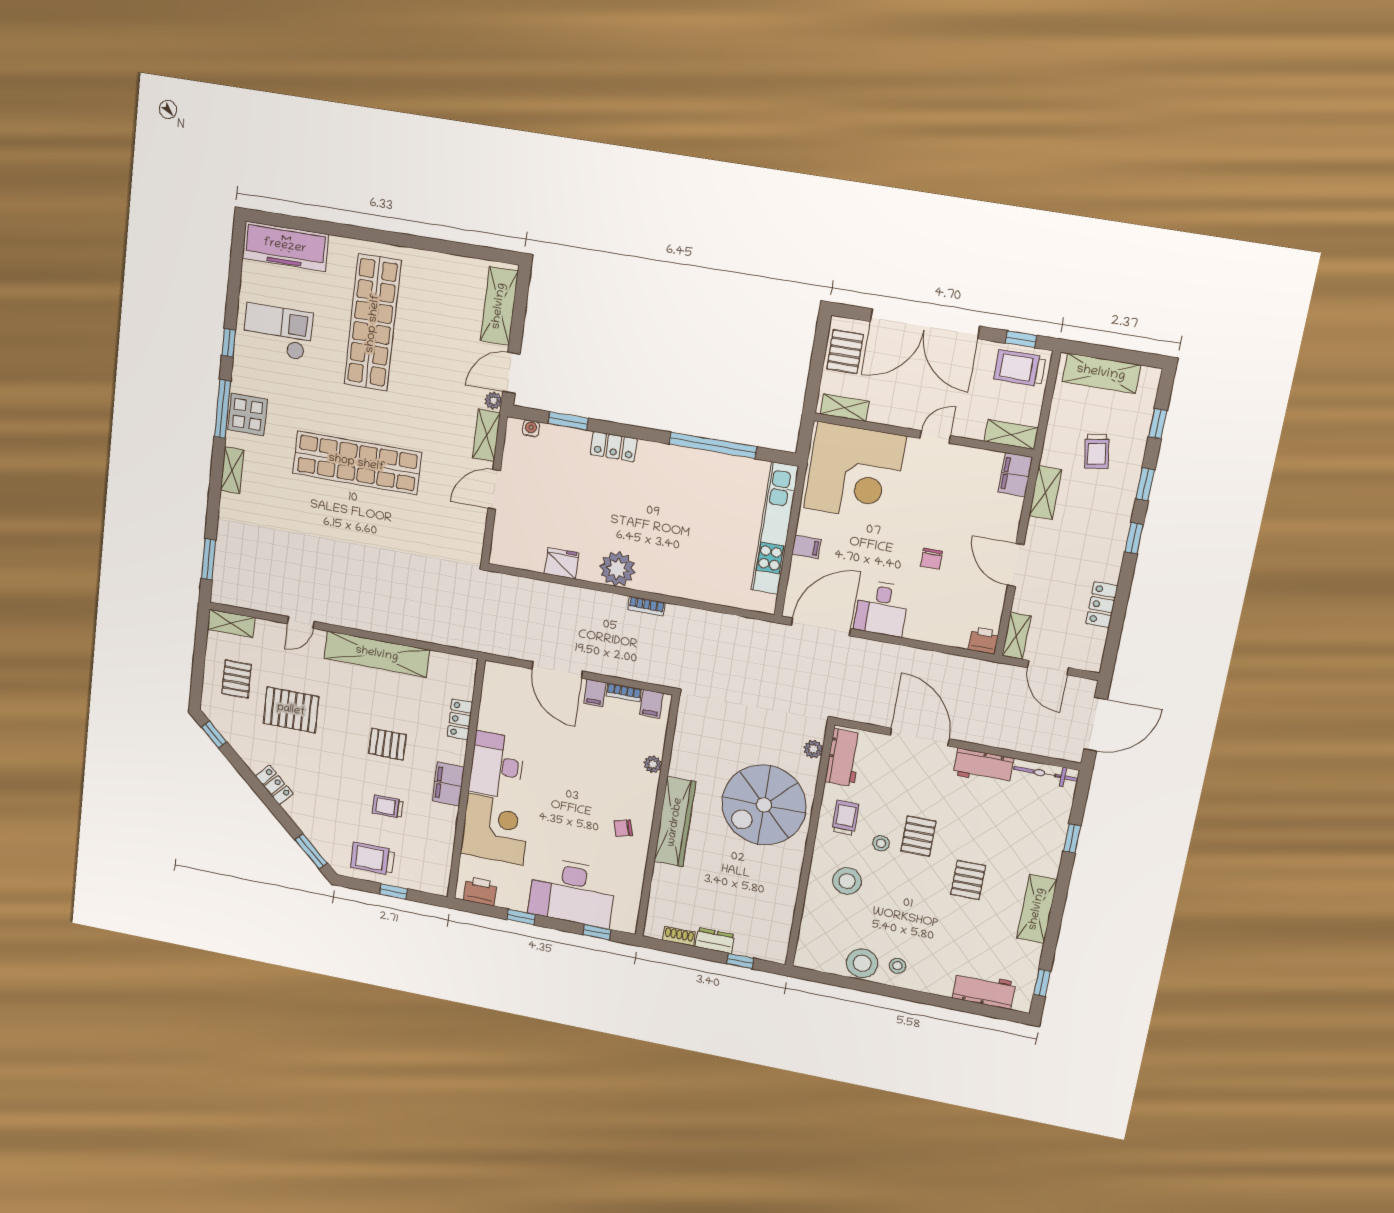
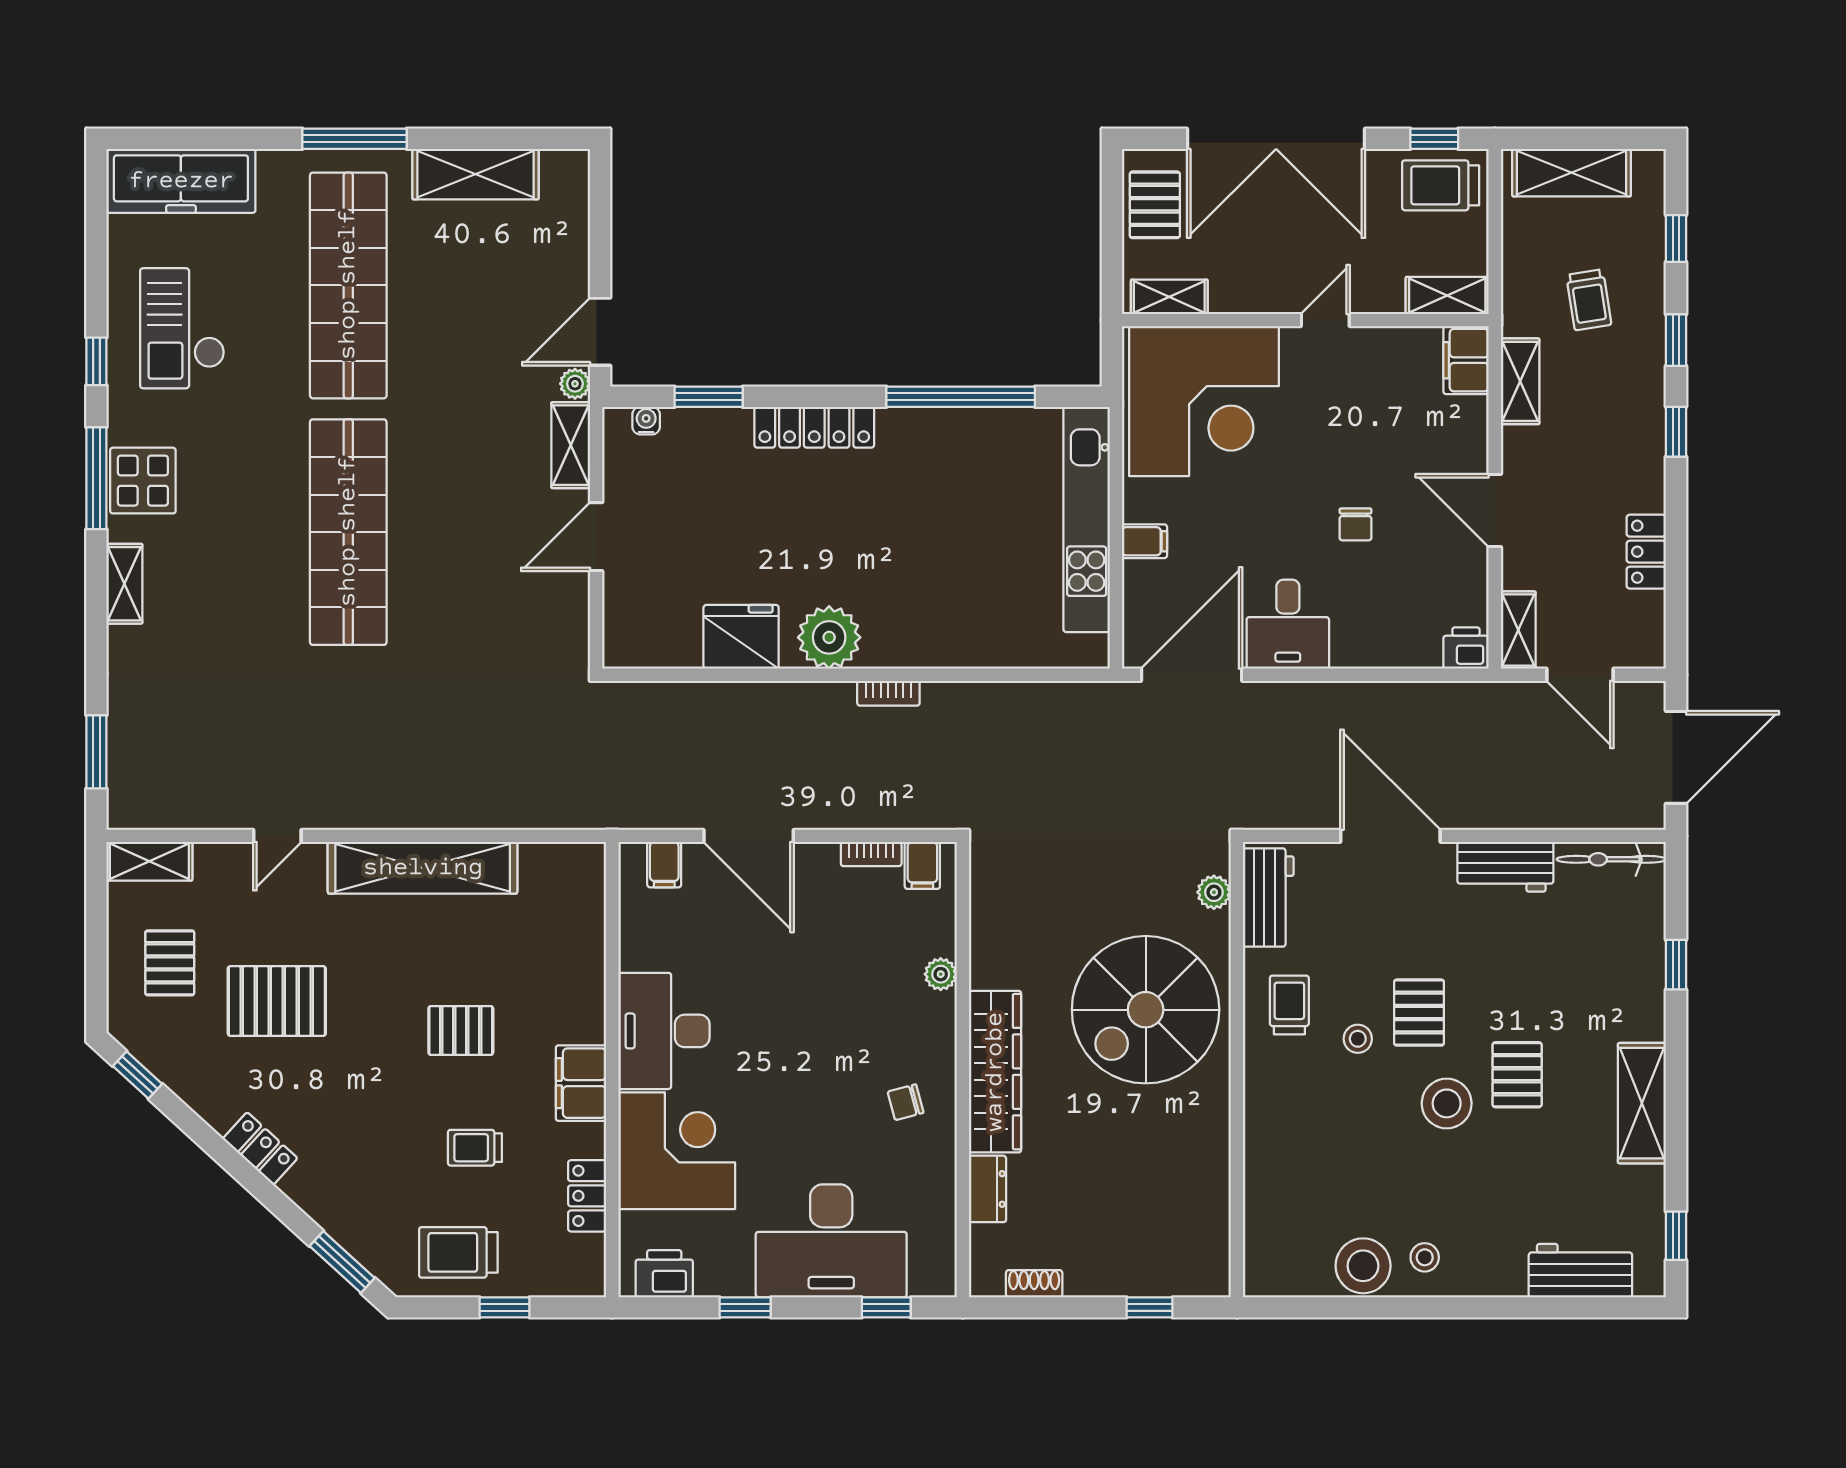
window: (385, 237) -> (355, 139), added
shelving: (499, 306) -> (476, 174), moved, turned 90
checkout: (278, 332) -> (182, 328), turned -90
locker: (614, 447) -> (814, 427), width x1.53
shop shelf: (357, 463) -> (348, 532), turned 90
fridge: (562, 563) -> (741, 637), width x1.36, depth x1.34
filing cabinet: (595, 693) -> (664, 865), moved
locker: (460, 719) -> (587, 1196), moved
stool: (847, 881) -> (1447, 1103), moved
dresser: (715, 941) -> (988, 1189), moved, turned 90

